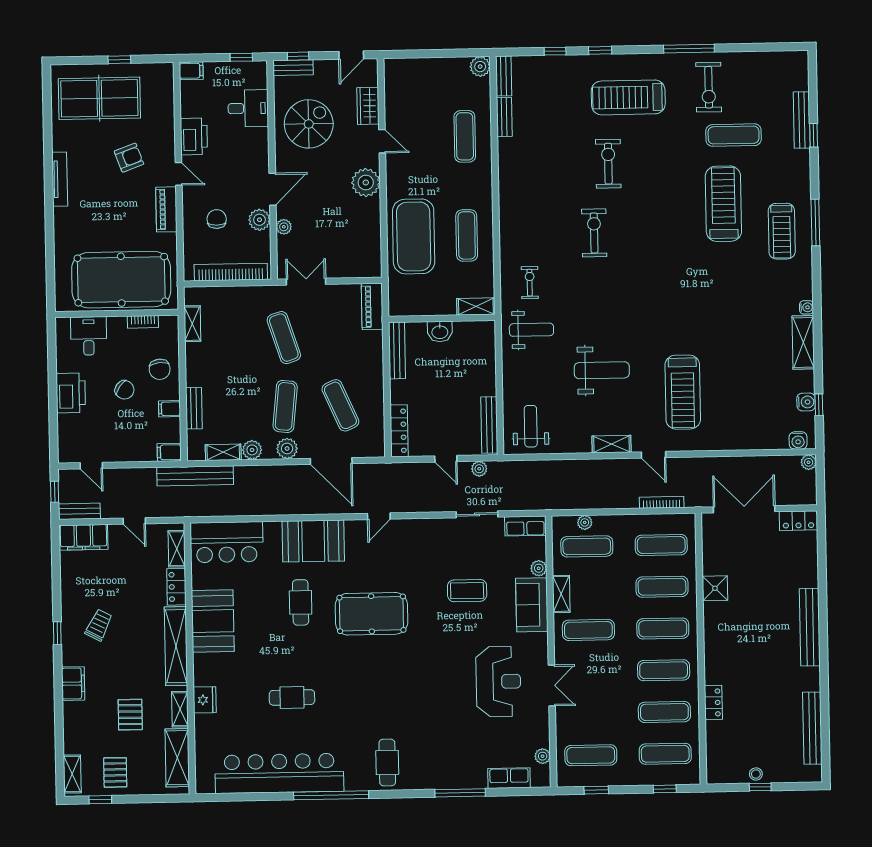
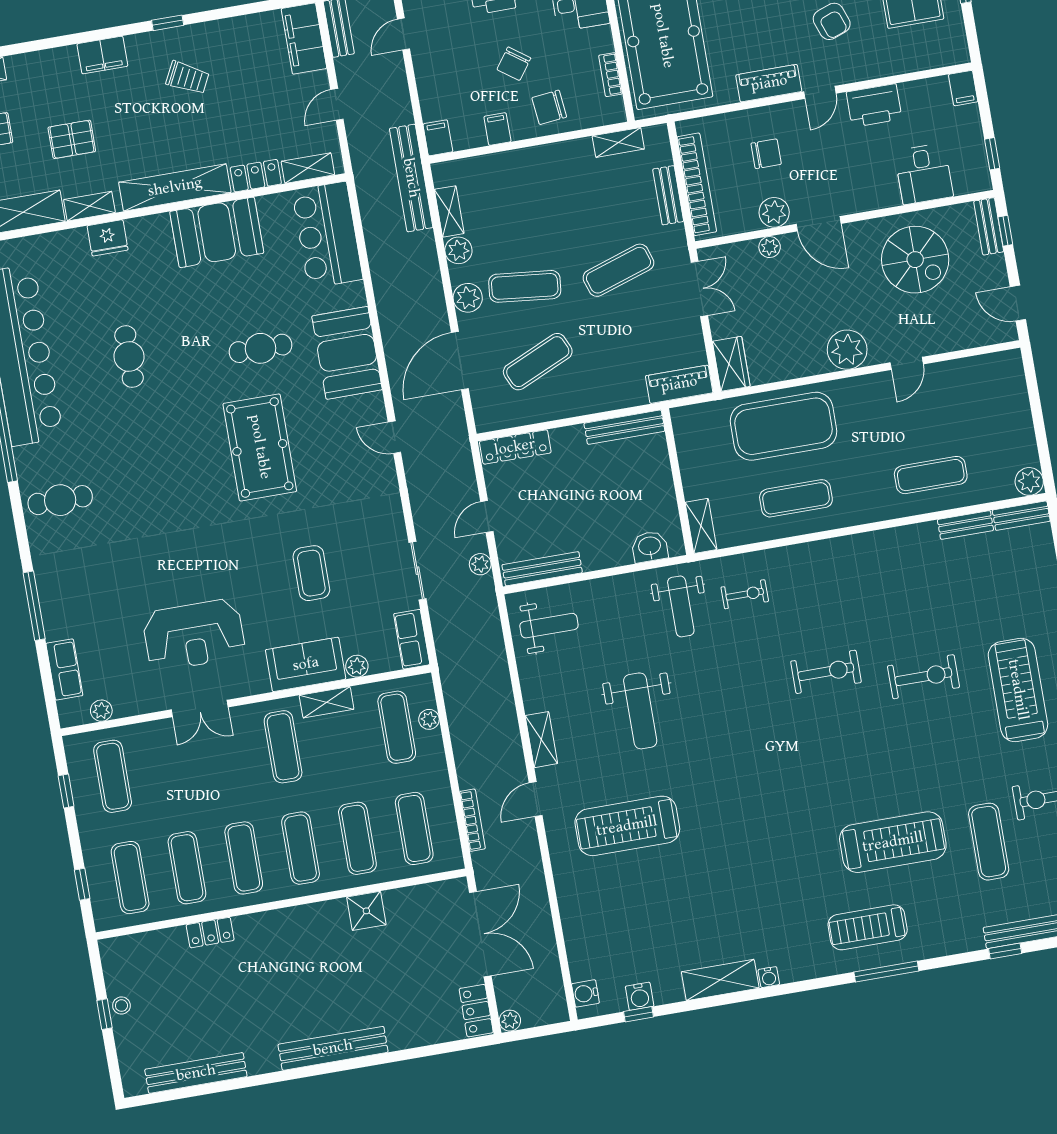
wardrobe: (368, 106) -> (731, 364), moved, turned 90
washbasin: (440, 332) -> (650, 547), moved, turned 90
bench: (194, 408) -> (668, 195), moved, turned 90
plant: (809, 462) -> (510, 1021), moved

